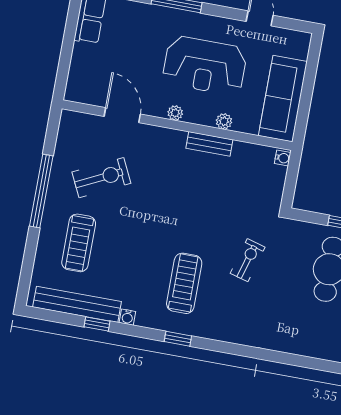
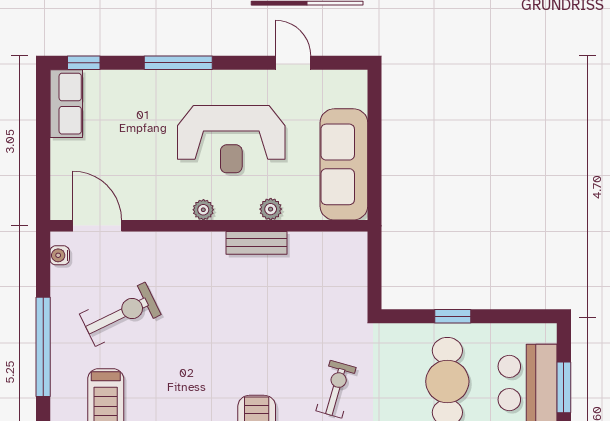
door: (122, 115) -> (97, 226), moved
water cooler: (283, 158) -> (60, 255), moved, turned 180

